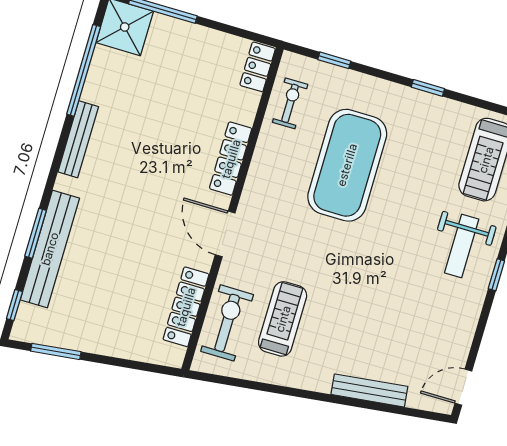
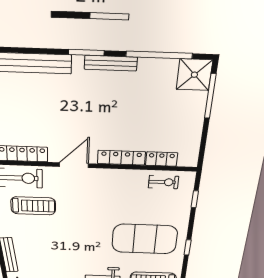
locker: (258, 67) -> (162, 159), moved
exercise mat: (347, 165) -> (145, 239), moved
window: (36, 233) -> (86, 53), moved

